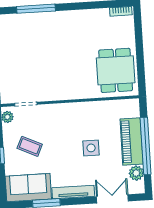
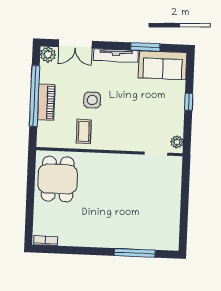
piano: (132, 141) -> (46, 102), width x0.73, depth x0.75
coffee table: (30, 146) -> (84, 132), moved, turned 65
plant: (136, 173) -> (48, 55), moved

